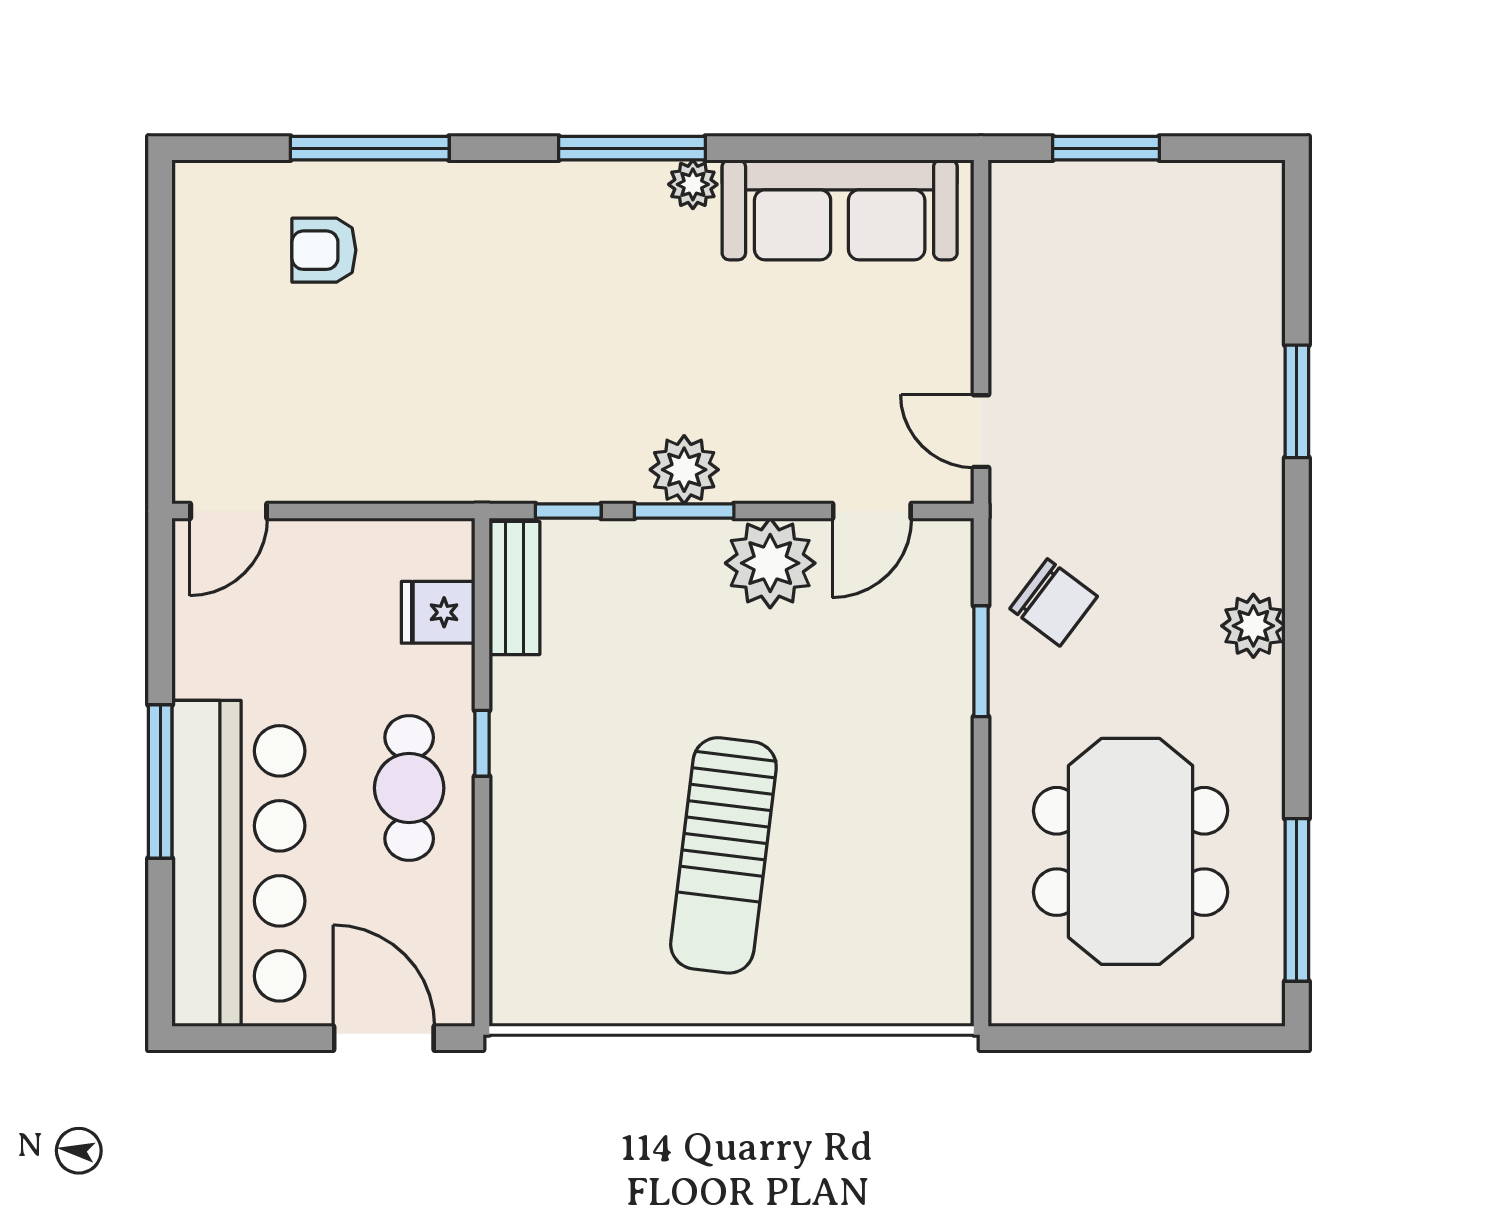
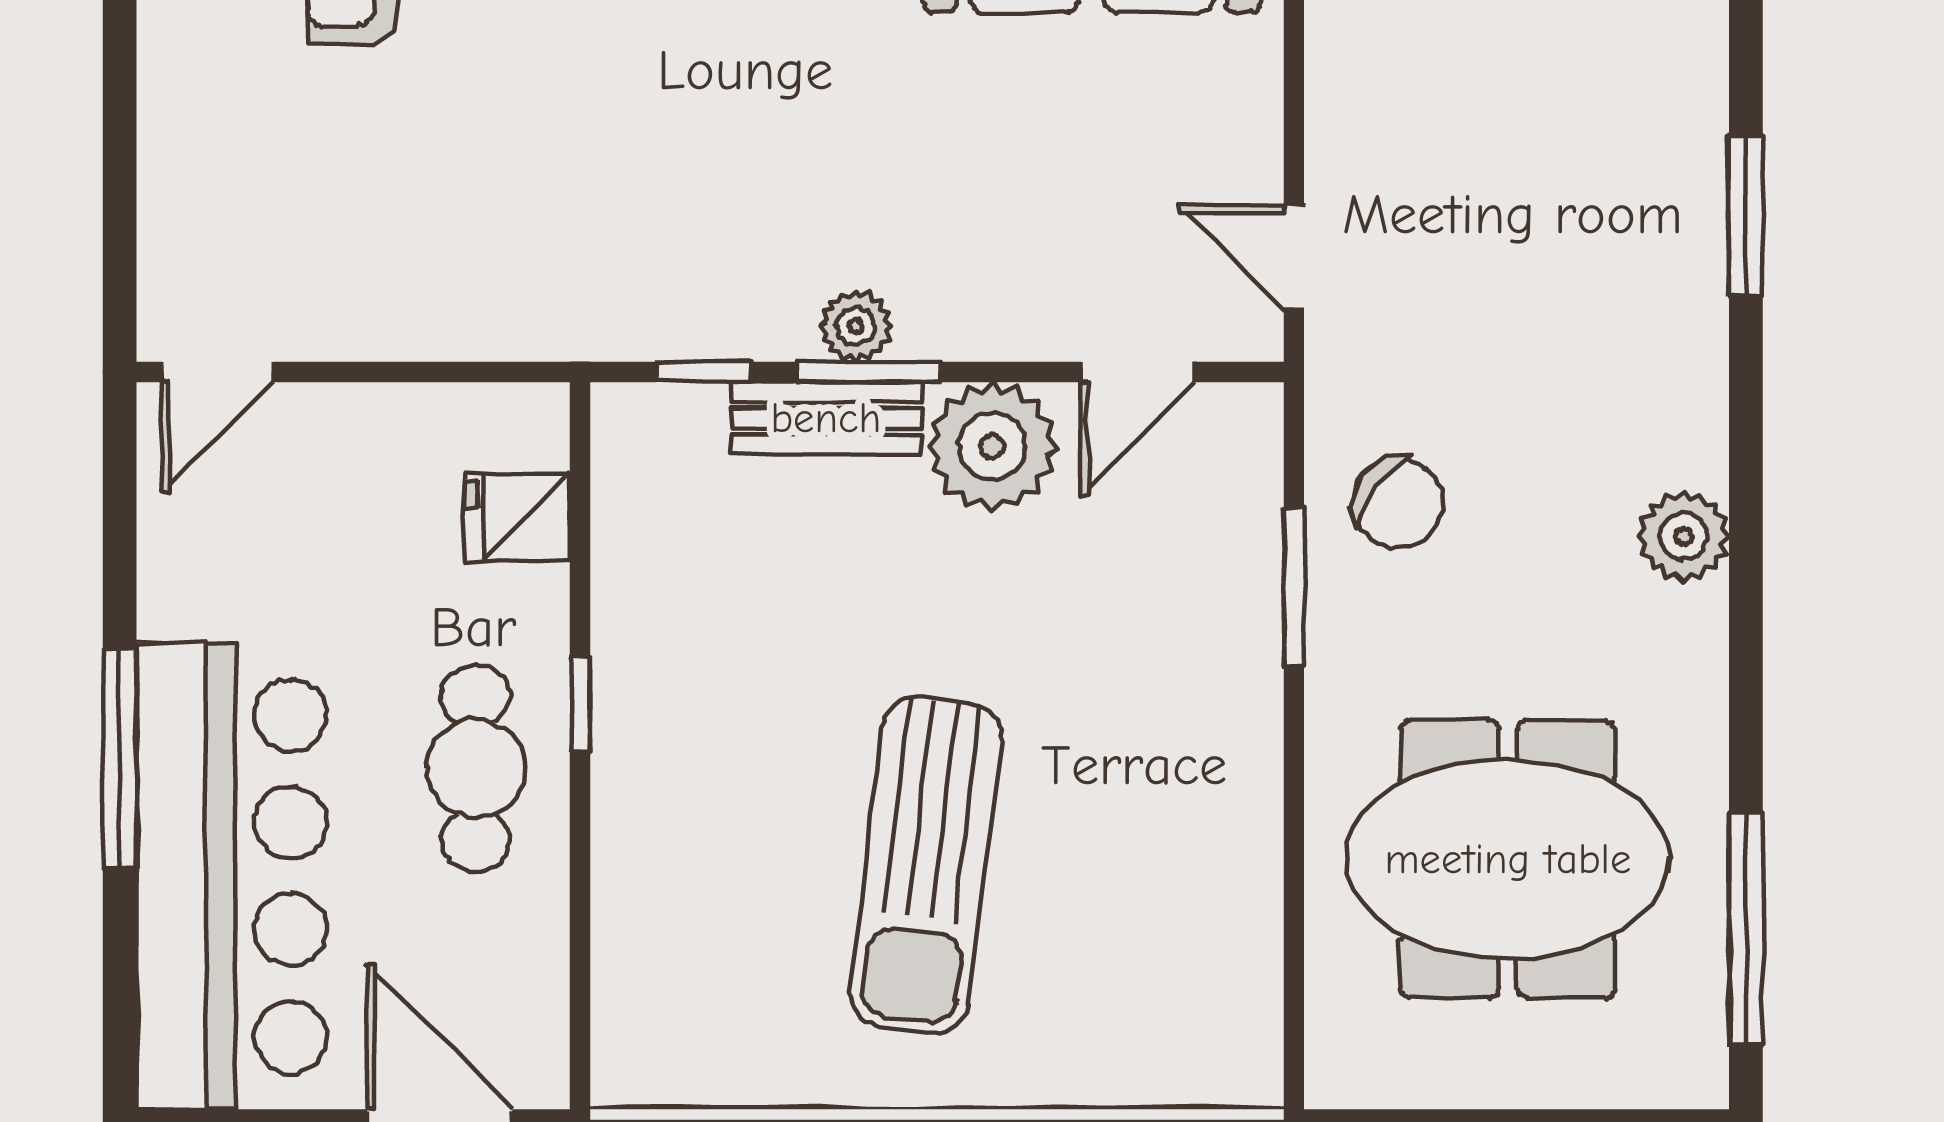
plant: (684, 470) -> (856, 326), width x0.73, depth x0.73
bench: (514, 588) -> (826, 418), moved, turned 90
meeting table: (1131, 851) -> (1508, 859), turned 90

